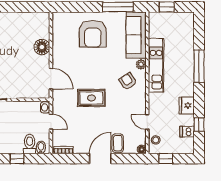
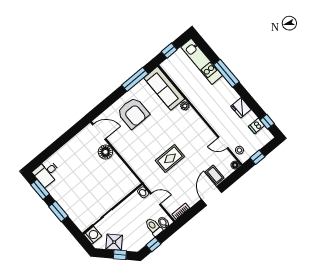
kitchen unit: (156, 65) -> (202, 61), moved, turned 180
door: (51, 79) -> (99, 132), moved
armchair: (128, 81) -> (186, 126), removed
window: (199, 124) -> (267, 122), moved

